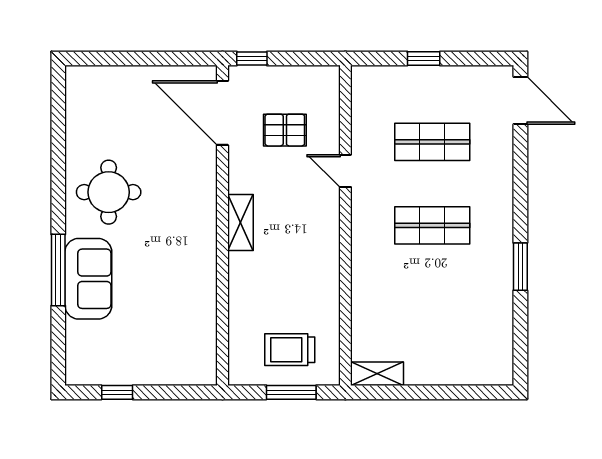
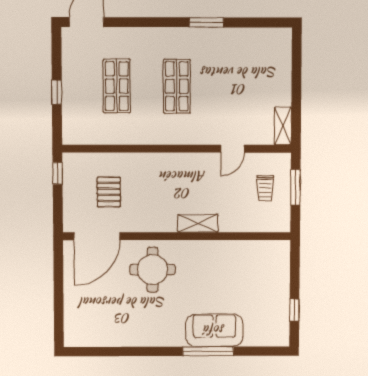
window: (252, 58) -> (57, 173), moved
door: (345, 171) -> (233, 149), moved
round table: (109, 192) -> (153, 270), moved
shelving: (240, 223) -> (198, 223), moved
trolley: (290, 350) -> (265, 188), width x0.73, depth x0.72

